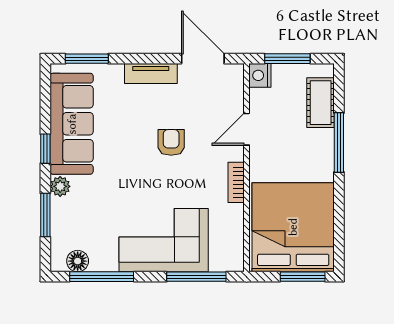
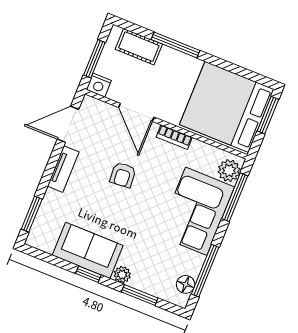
sofa: (72, 124) -> (88, 250), width x0.73
door: (247, 129) -> (136, 112), width x1.38
armchair: (171, 142) -> (123, 175), turned -94
plant: (224, 258) -> (229, 171), added

